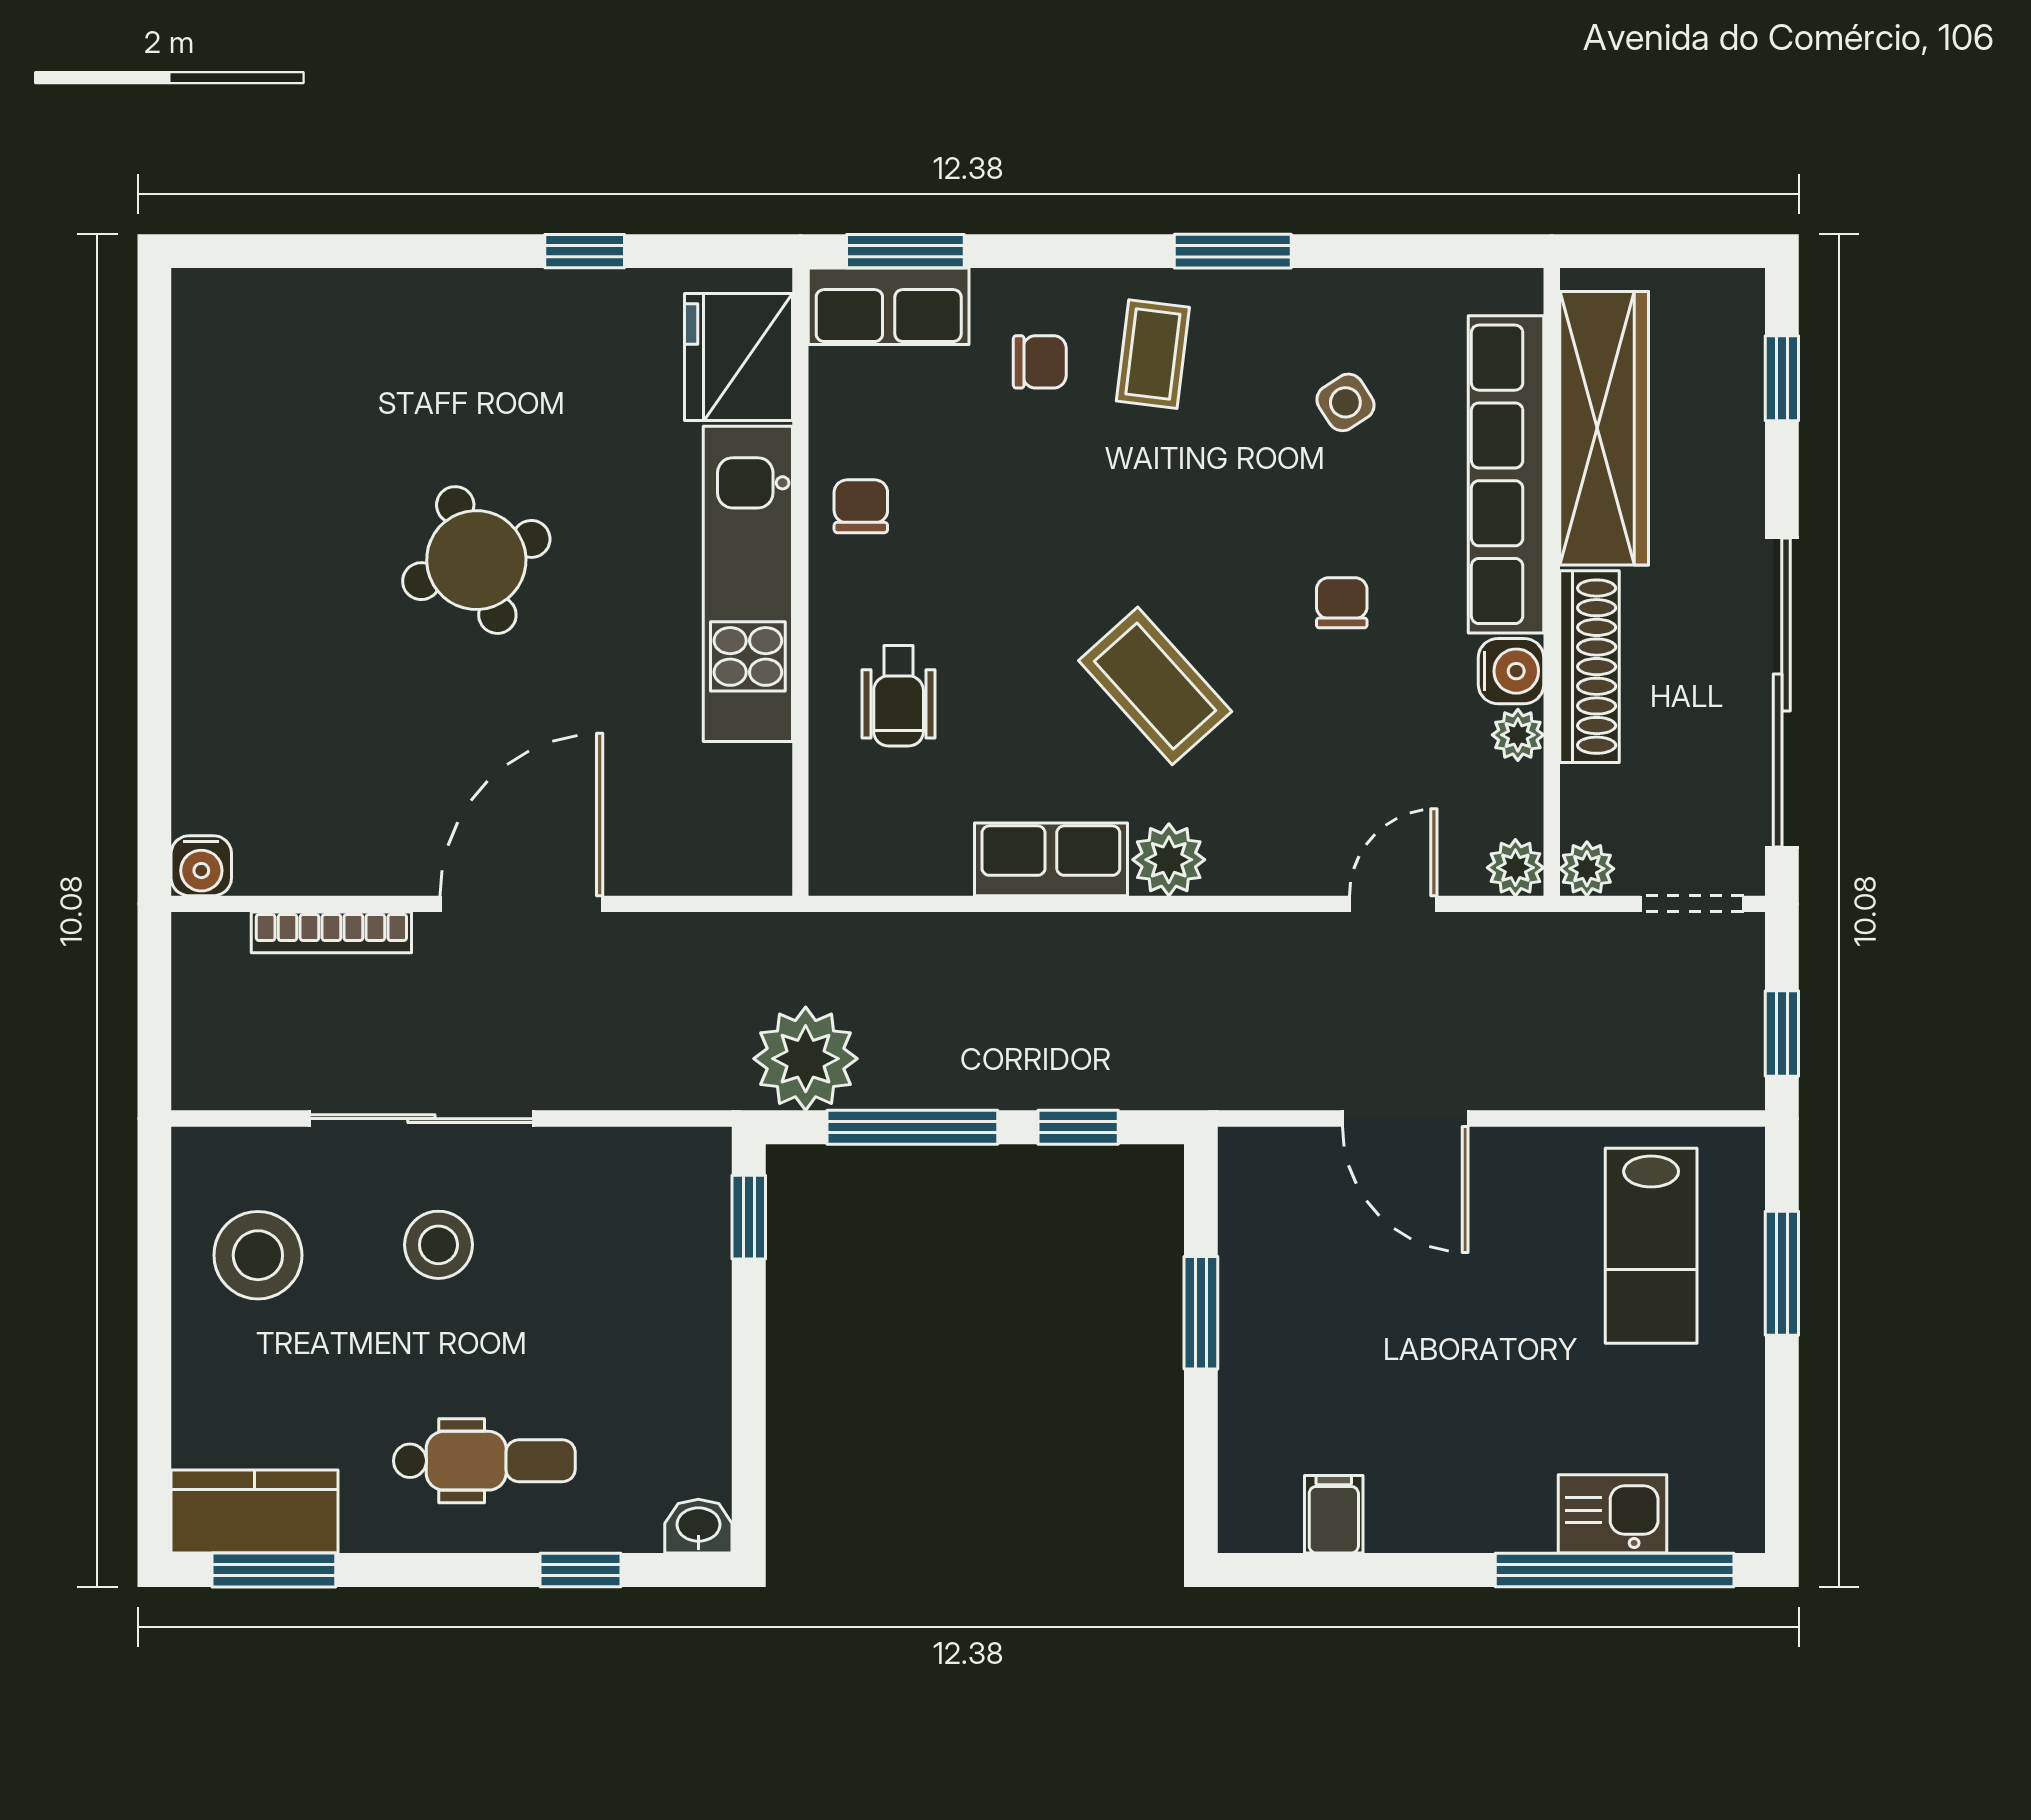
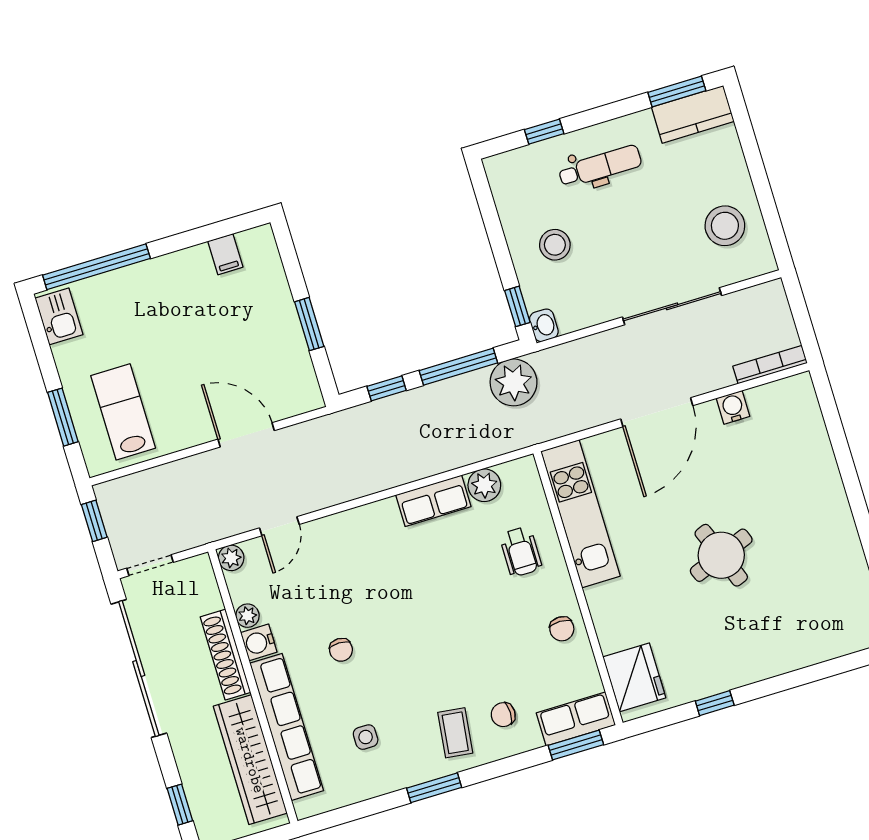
side table: (1345, 402) -> (366, 737), turned 33
kitchen unit: (748, 584) -> (580, 514), moved
coffee table: (1155, 686) -> (411, 589), removed
wheelchair: (899, 696) -> (521, 552), turned 180
plant: (1169, 860) -> (484, 485), moved
water cooler: (201, 866) -> (733, 407), moved
plant: (1587, 869) -> (200, 567), removed
bookcase: (331, 932) -> (770, 365), moved
stool: (438, 1245) -> (555, 245), moved
dental chair: (484, 1461) -> (600, 166), turned 180
kitchen sink: (1612, 1514) -> (59, 316), moved, turned -90
washbasin: (698, 1526) -> (544, 325), moved, turned -90

